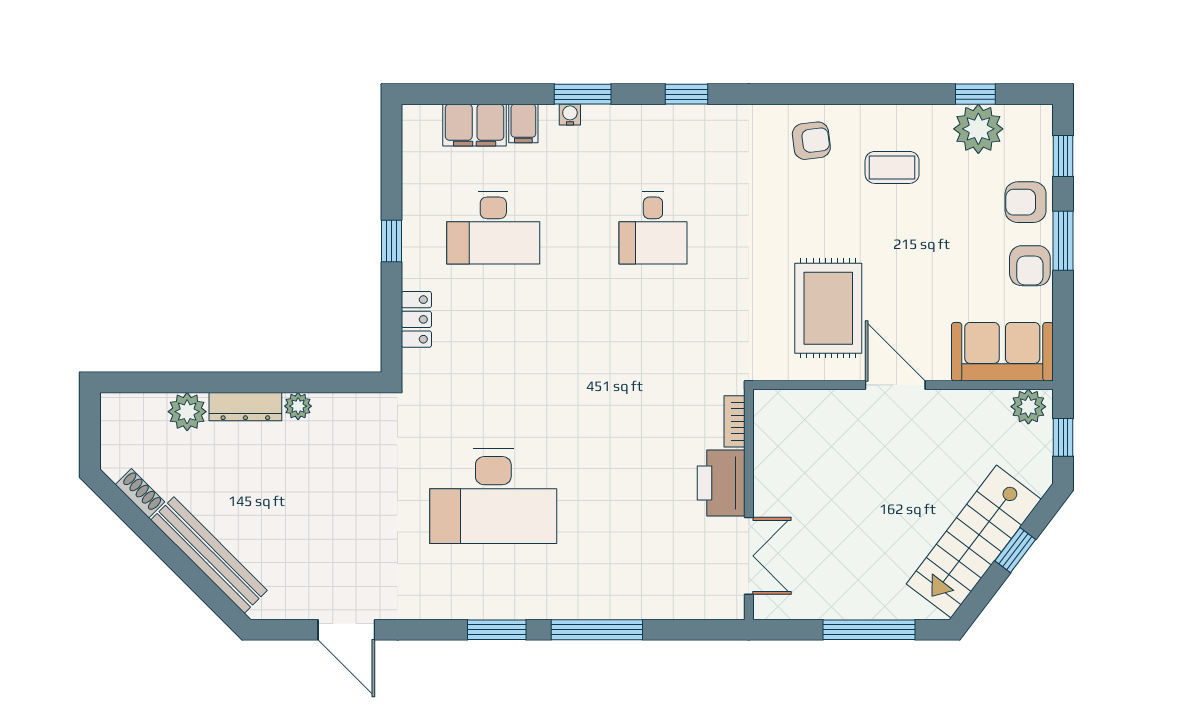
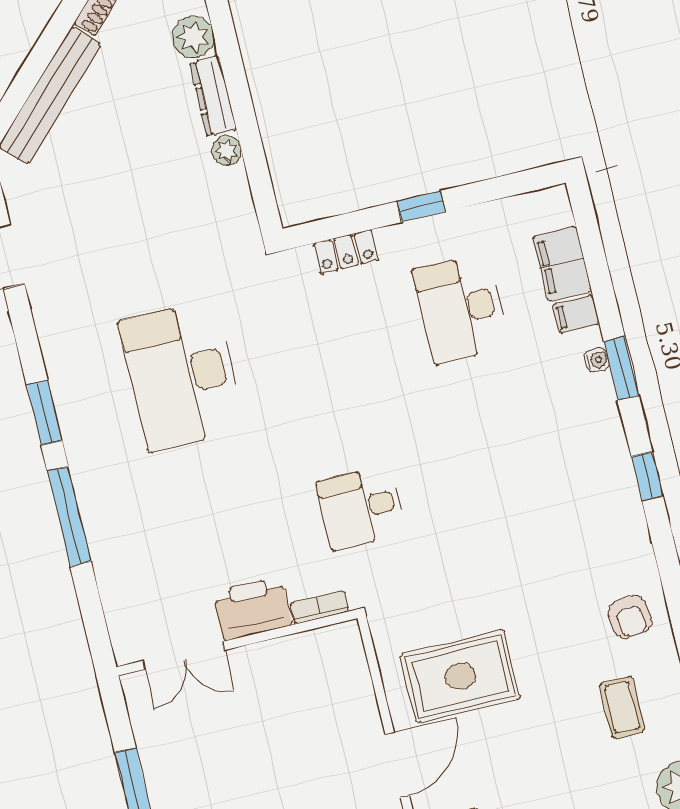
desk: (653, 228) -> (361, 508), moved

